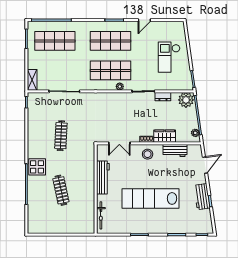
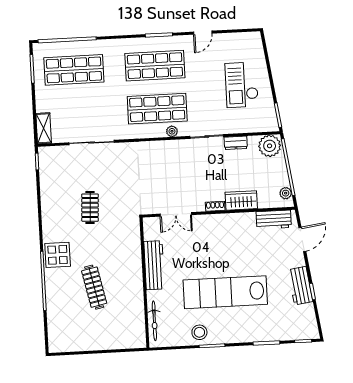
clothes rail: (61, 136) -> (90, 208), width x0.73
workbench: (175, 151) -> (274, 220), moved
stool: (148, 154) -> (199, 332), moved

